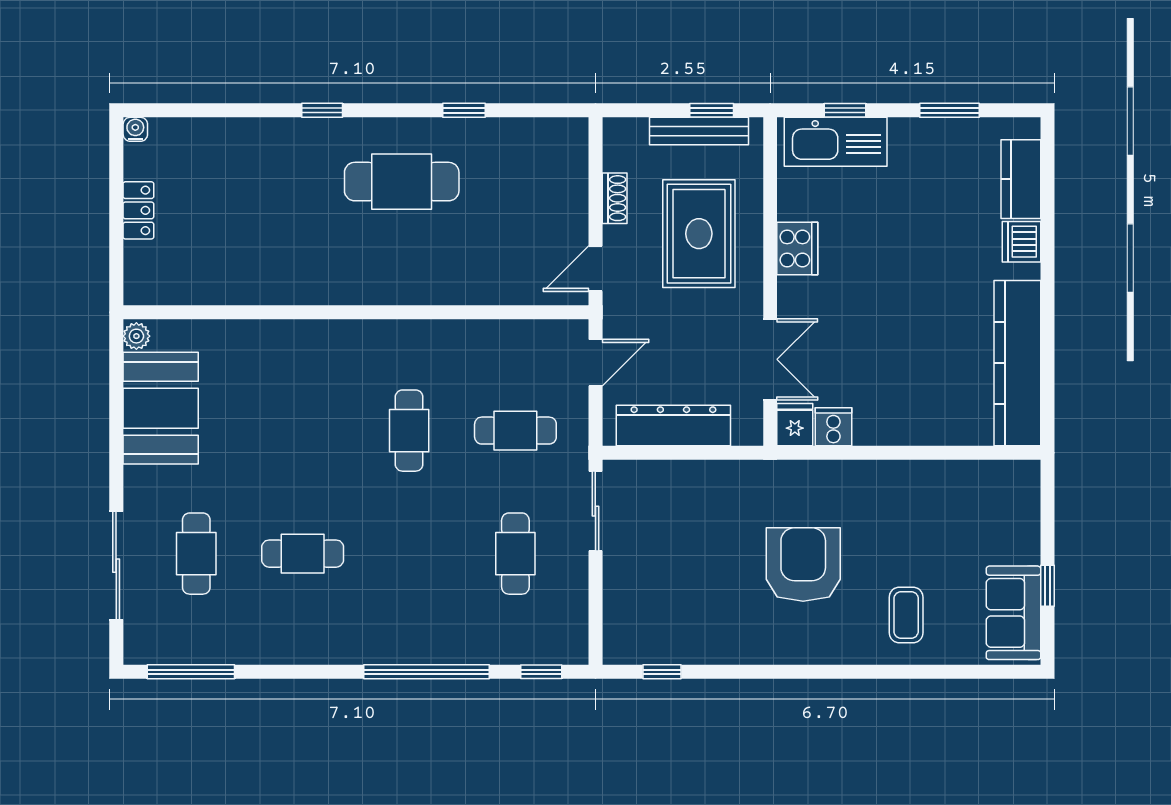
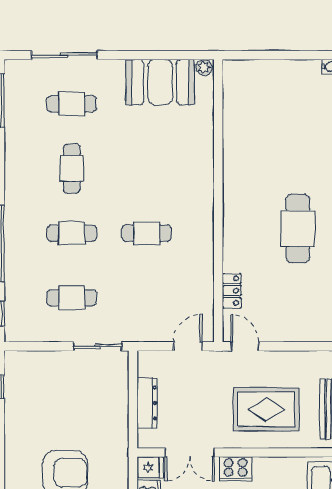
shoe rack: (615, 198) -> (288, 358), removed
locker: (138, 210) -> (232, 291), moved, turned -90
cooker: (797, 248) -> (236, 469), moved
door: (595, 363) -> (188, 346), swing flipped
dresser: (673, 426) -> (147, 403), width x0.73, depth x0.80
cafe table: (515, 431) -> (72, 233), moved, turned 90

